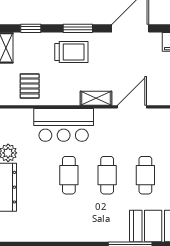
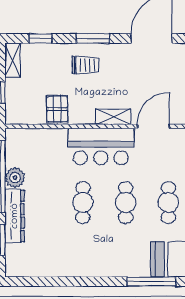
trolley: (71, 52) -> (86, 65), width x0.73, depth x0.72
pallet: (30, 86) -> (57, 109), moved
bar counter: (64, 125) -> (101, 146), moved

